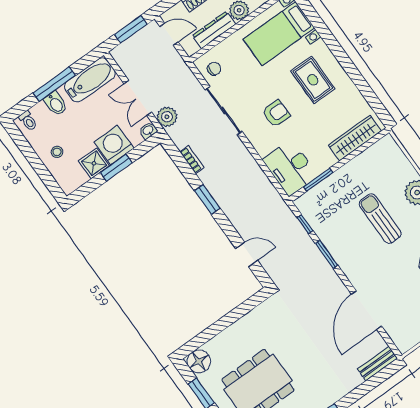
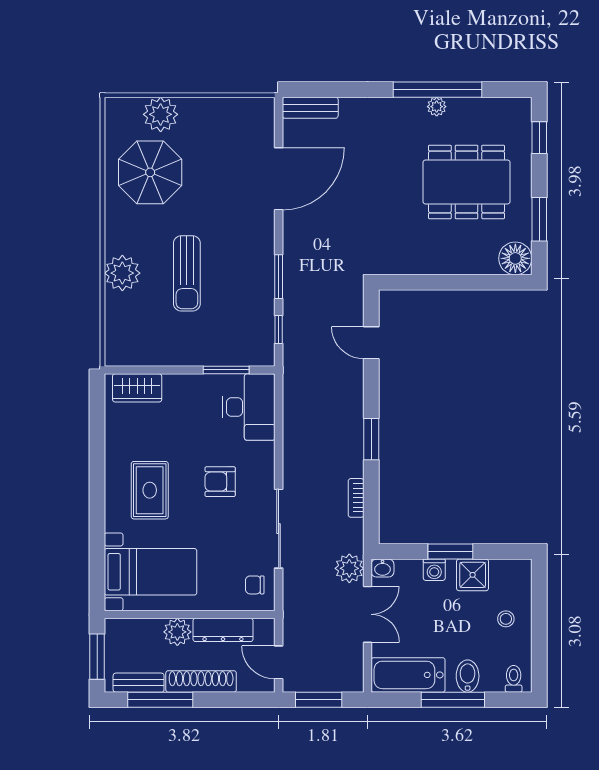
wardrobe: (355, 138) -> (137, 388), width x0.67
washing machine: (114, 145) -> (434, 570), width x0.53, depth x0.53

